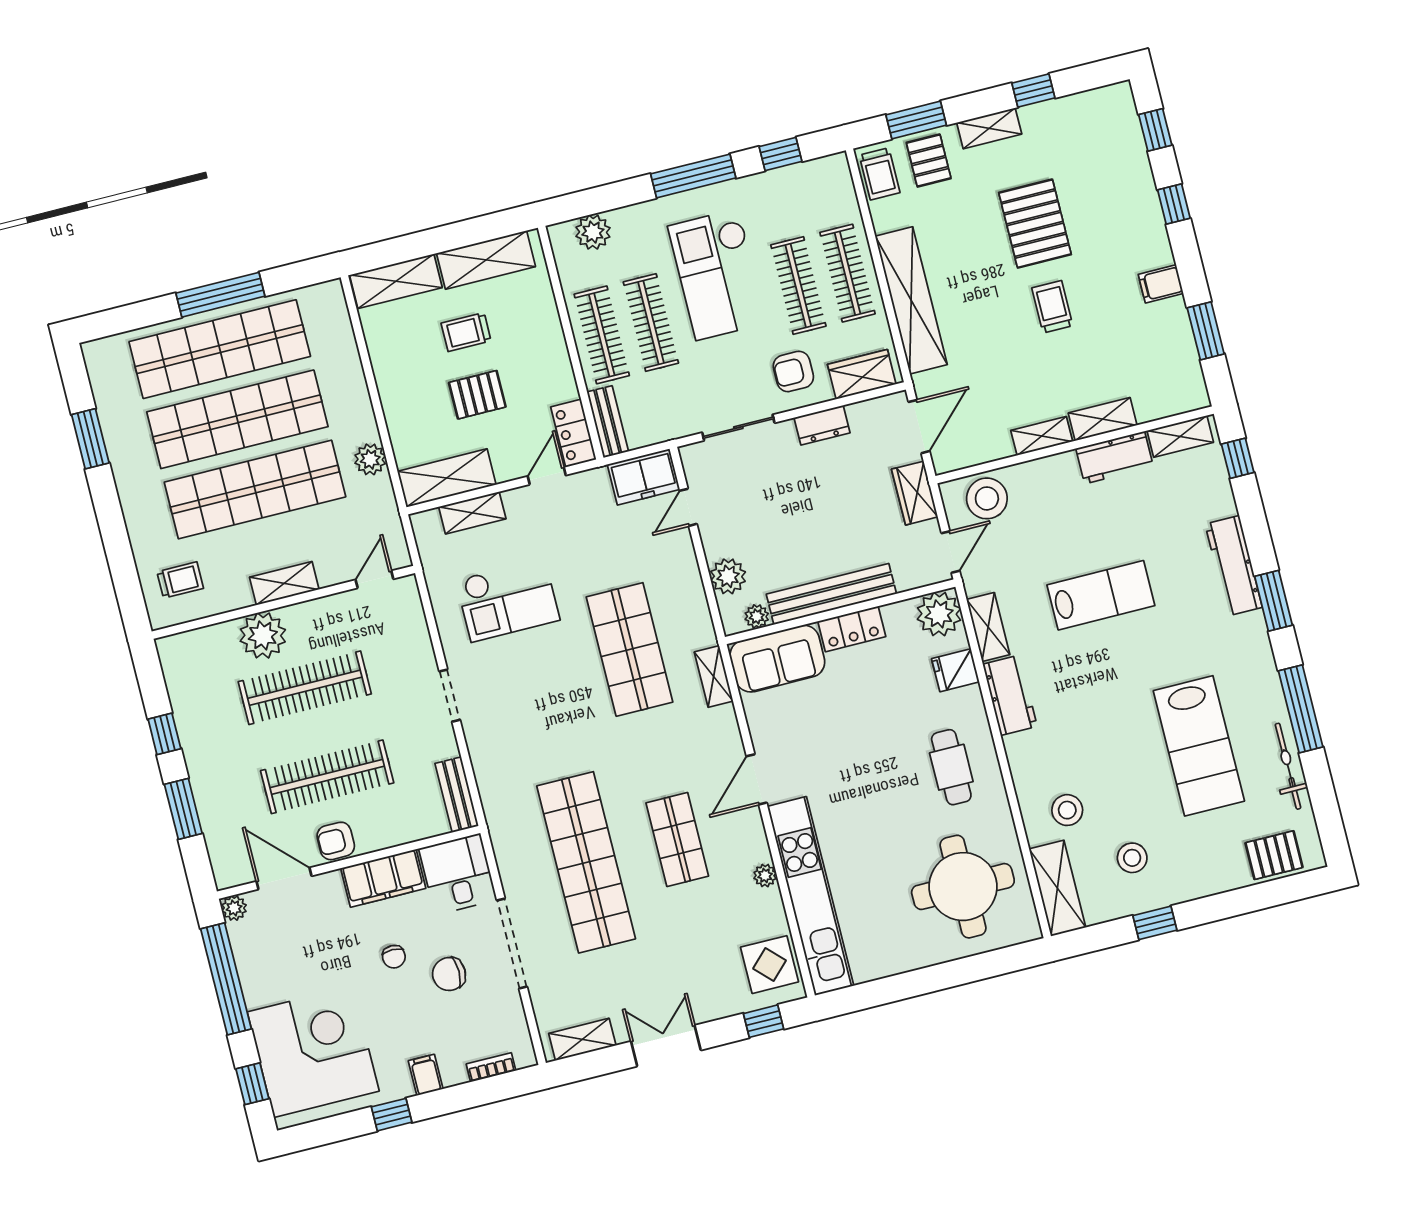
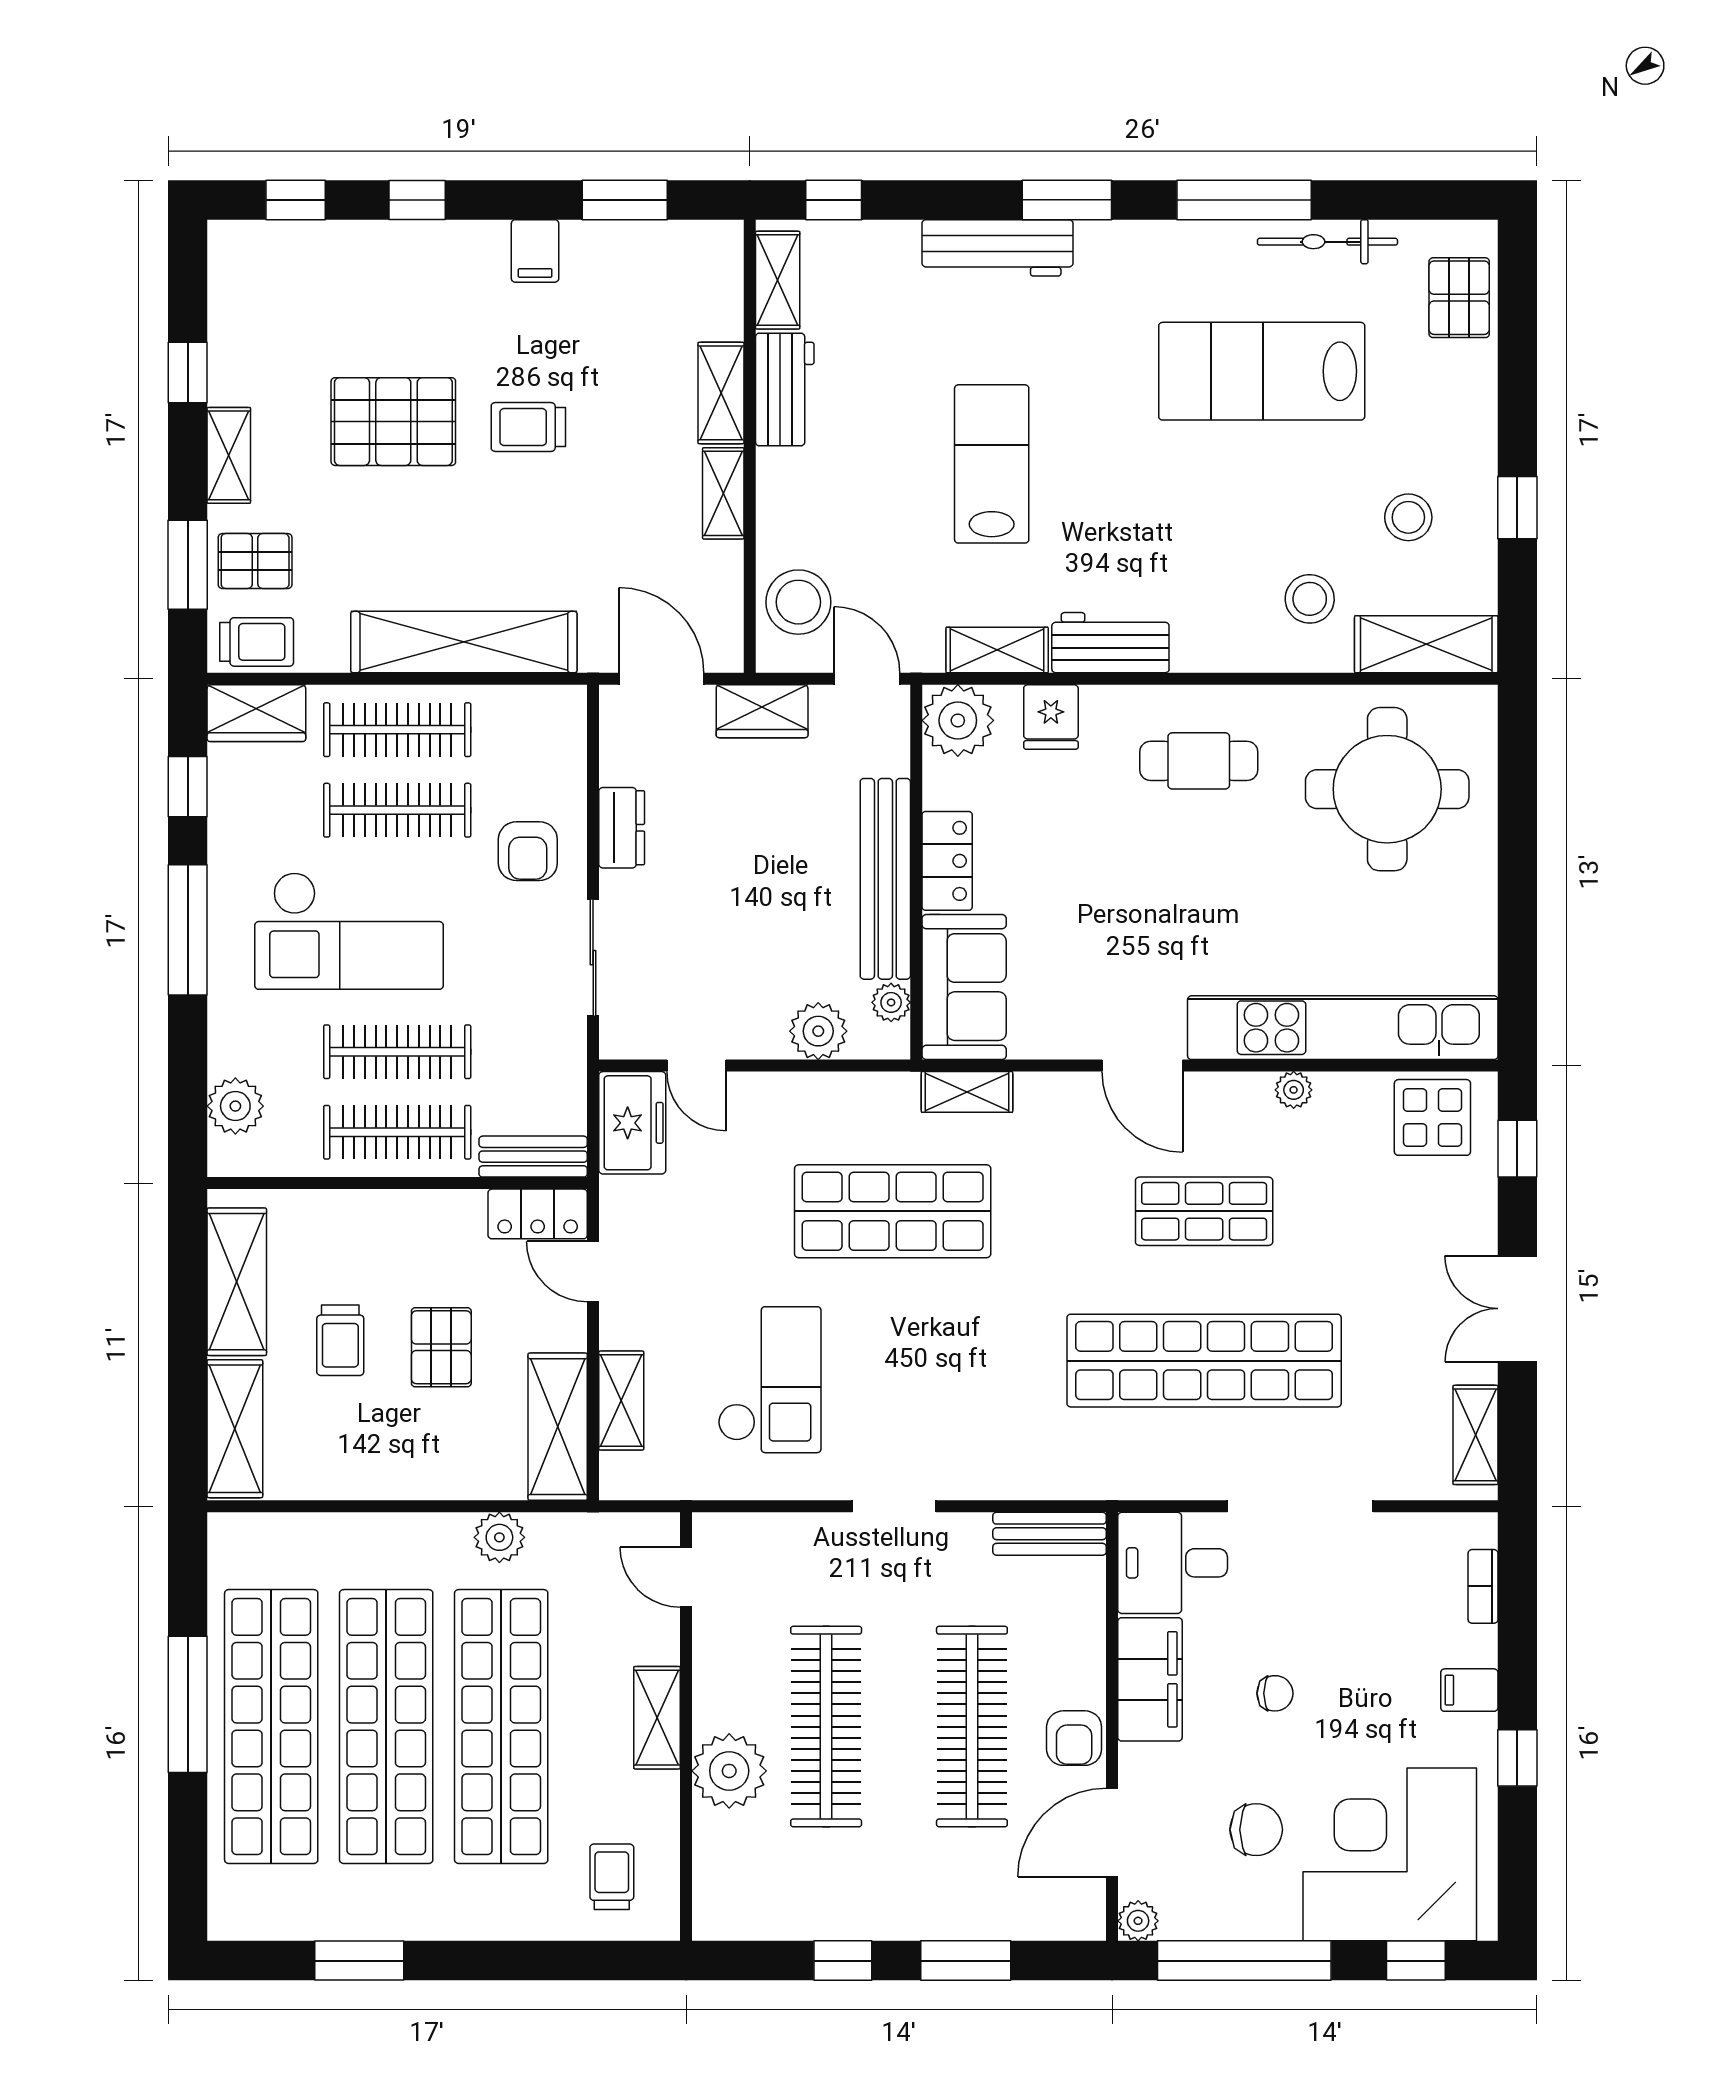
wardrobe: (862, 374) -> (256, 713), moved, turned -90
lab bench: (1199, 746) -> (1262, 371), turned 180
chair: (449, 974) -> (1256, 1830), moved, turned -89

